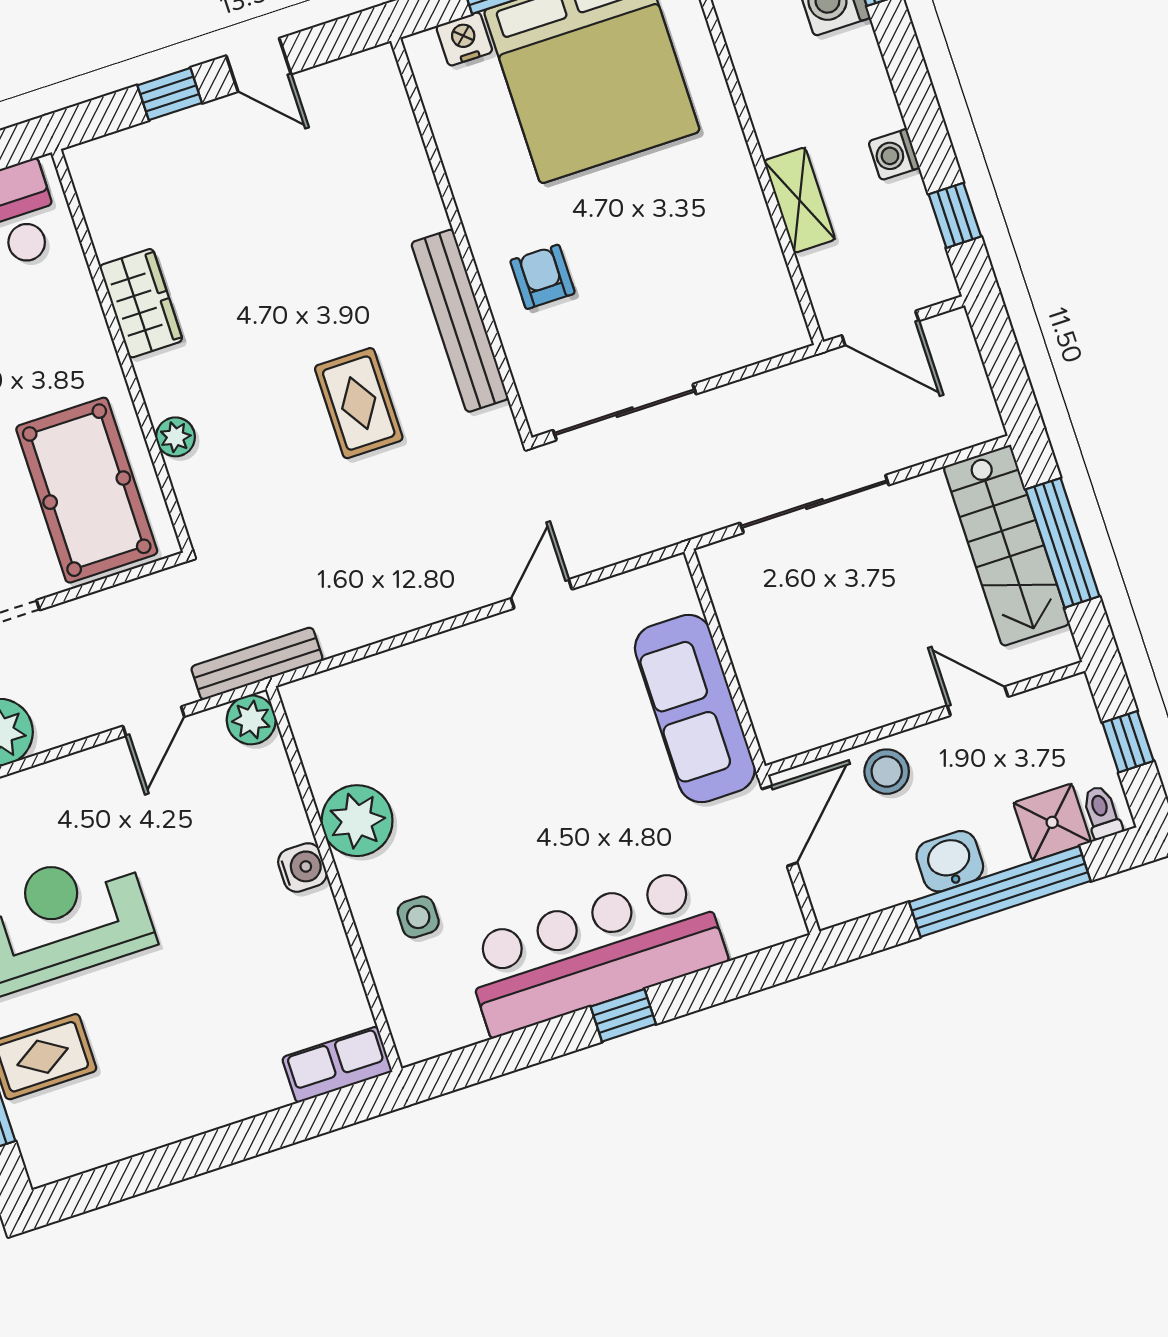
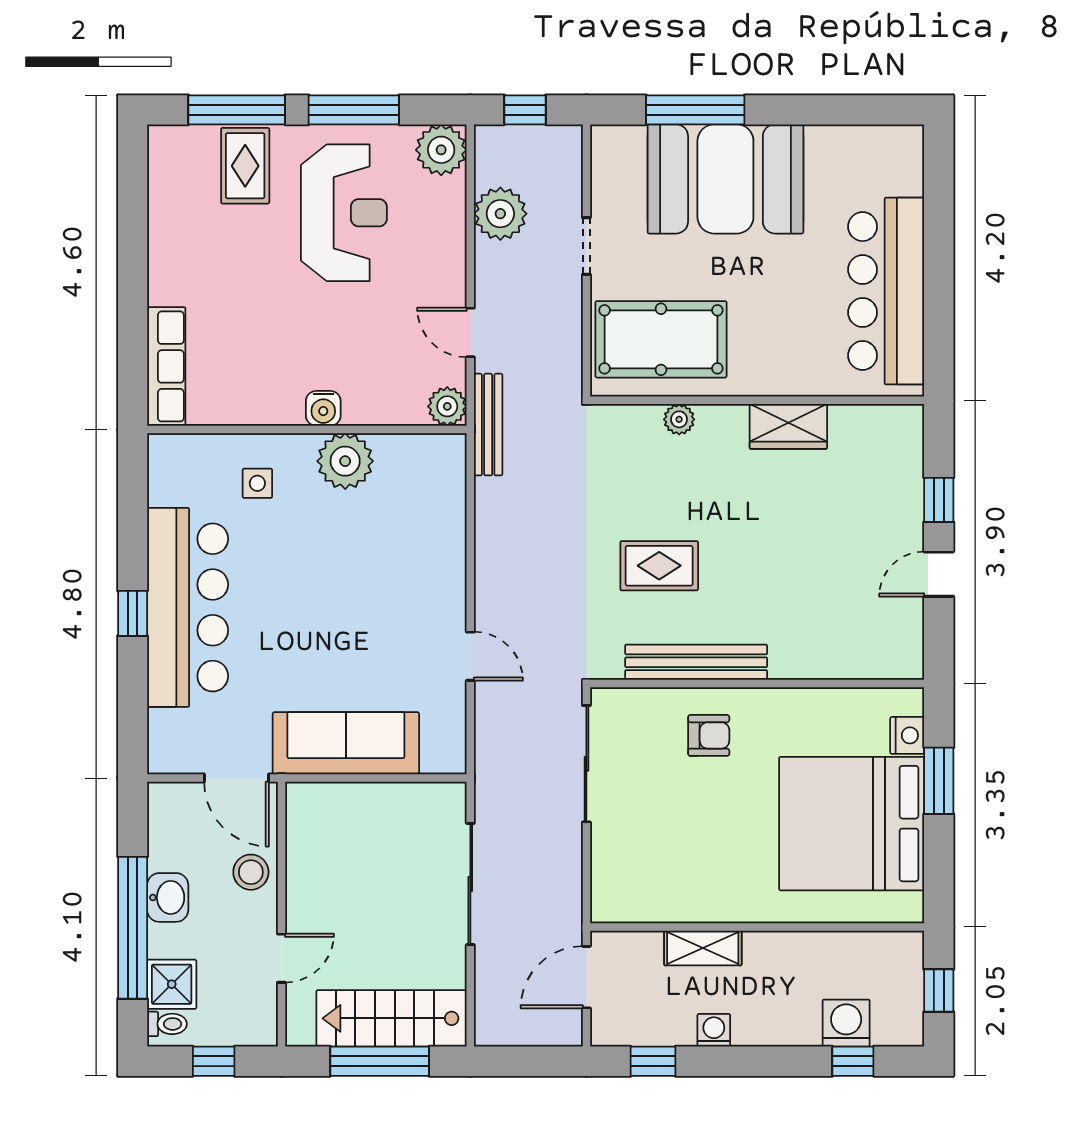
row of seats: (337, 1065) -> (166, 366), width x1.48

